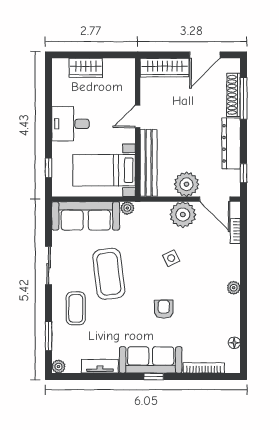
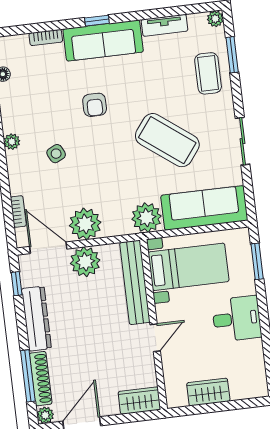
plant: (233, 65) -> (45, 415), added
wardrobe: (86, 68) -> (208, 392), moved
wardrobe: (165, 68) -> (139, 401), width x0.67
window: (49, 168) -> (257, 261), width x1.50
plant: (127, 208) -> (147, 218), width x1.88, depth x1.88
side table: (171, 258) -> (56, 154), moved
coffee table: (109, 274) -> (167, 140), turned -46
coffee table: (76, 308) -> (208, 73), moved
bookcase: (204, 368) -> (46, 38), width x0.64

